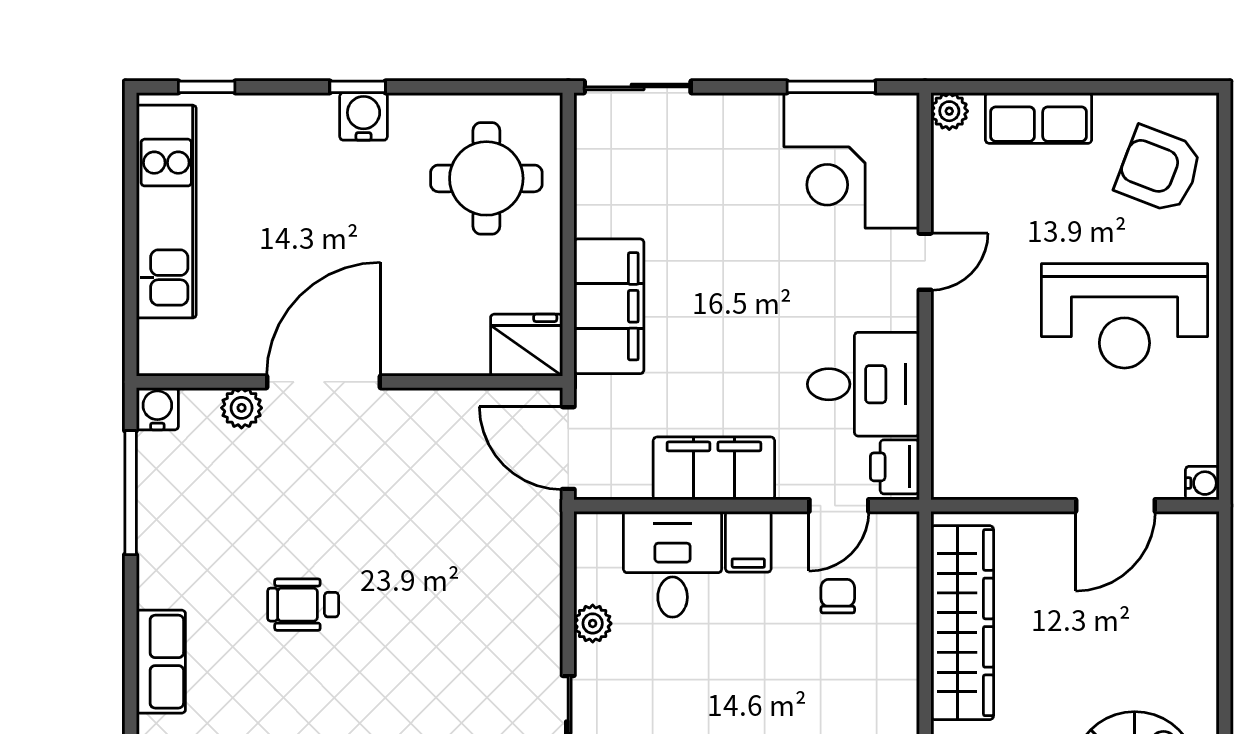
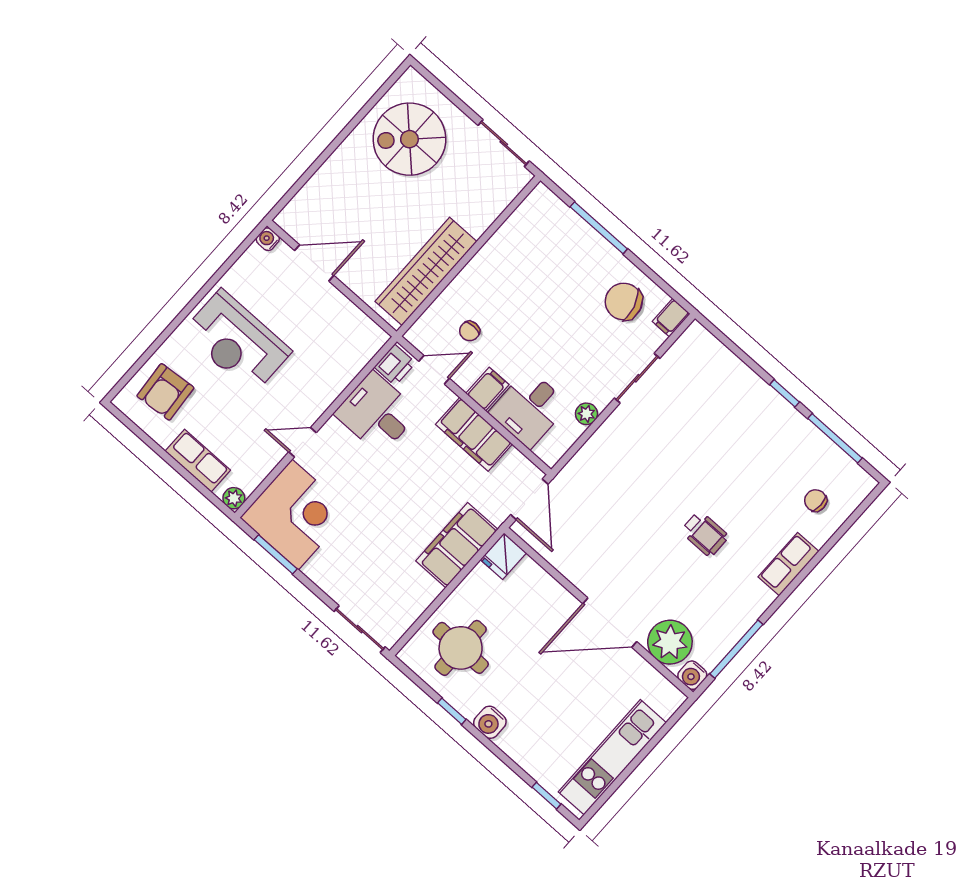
window: (358, 87) -> (452, 711), moved
armchair: (1159, 169) -> (165, 392), turned 64
reception desk: (1124, 316) -> (237, 342), turned 180
fridge: (527, 345) -> (503, 556), width x0.72
plant: (242, 408) -> (670, 642), width x1.87, depth x1.87

